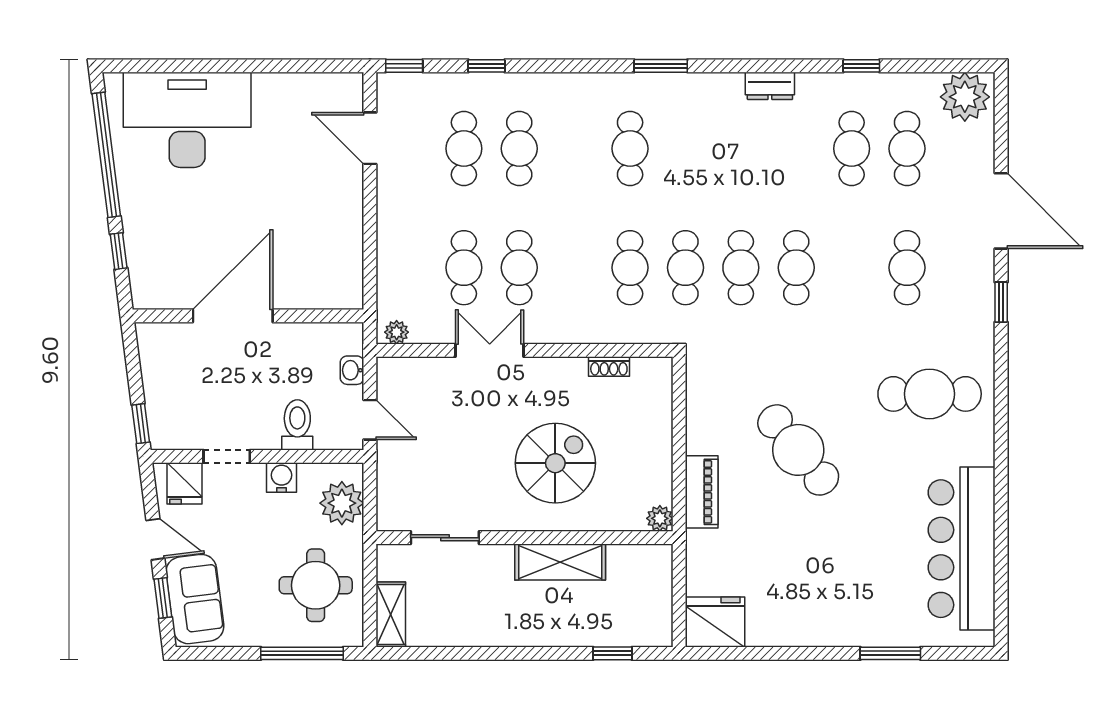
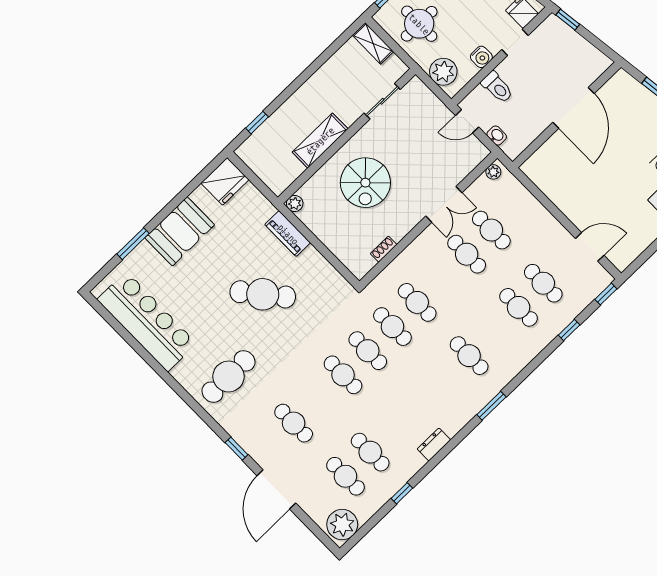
door: (1001, 211) -> (276, 489), hinge flipped
booth: (823, 615) -> (180, 231), added

